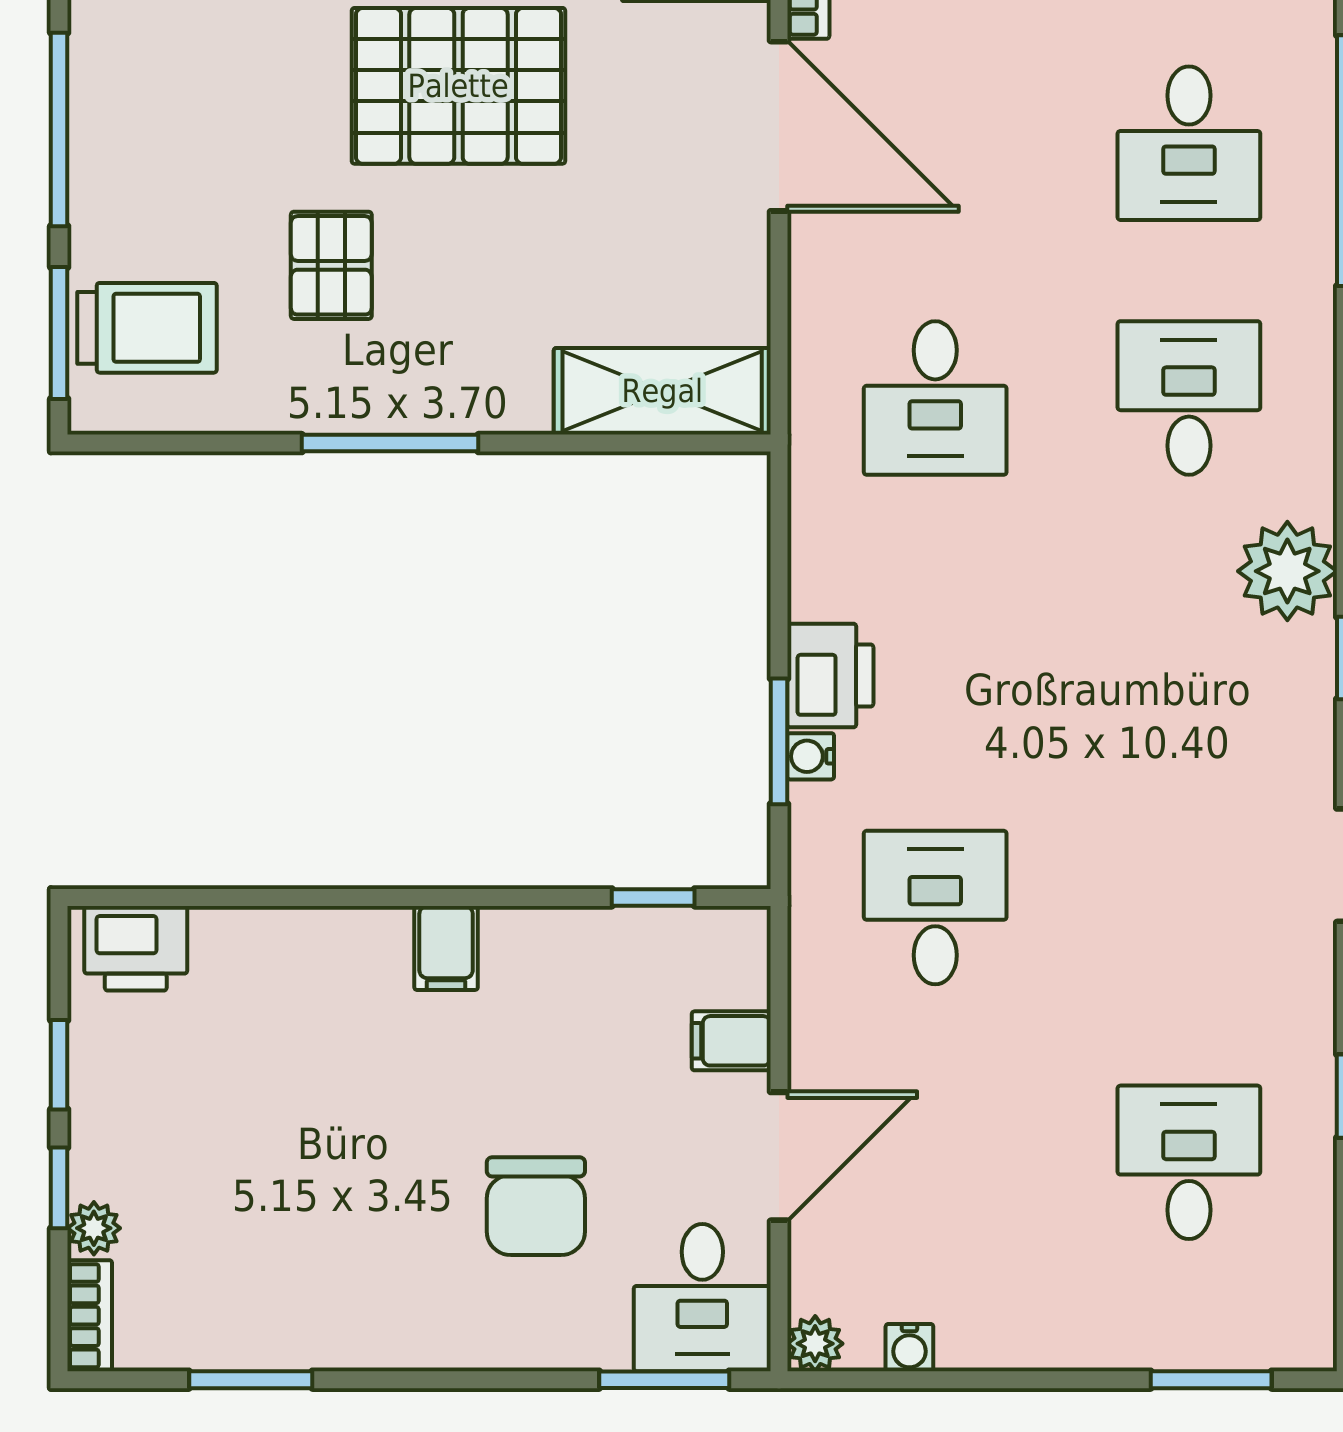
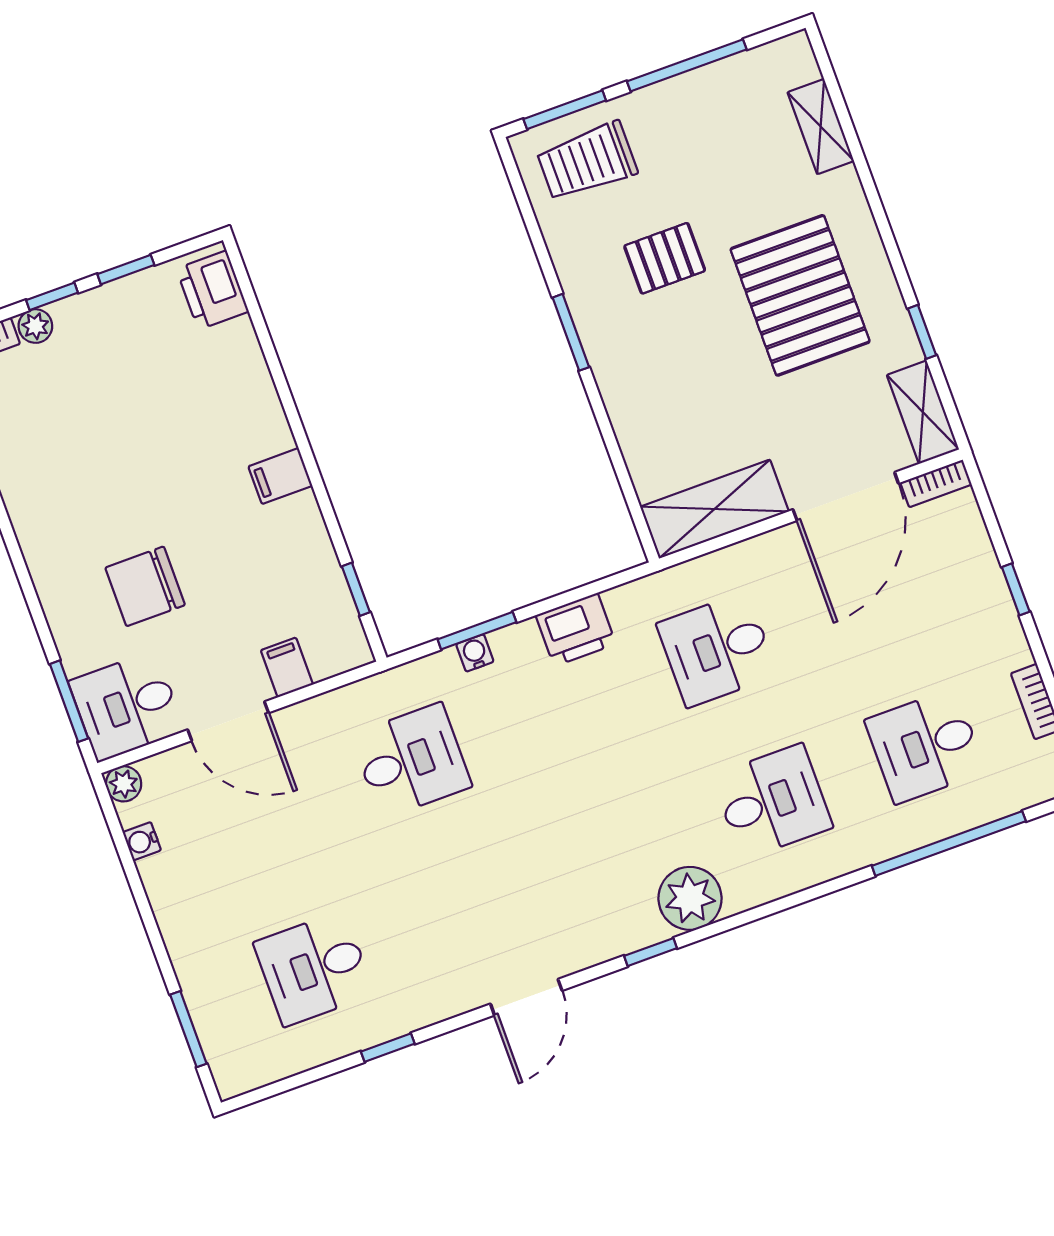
trolley: (147, 328) -> (587, 161), turned 90
shelving: (662, 391) -> (715, 509), moved, turned 90
window: (390, 443) -> (571, 332), width x0.69
printer: (830, 676) -> (576, 630), moved
desk: (1189, 1162) -> (314, 968), turned 180

